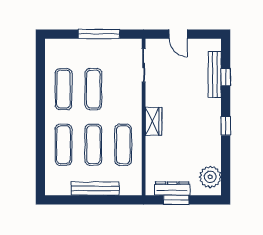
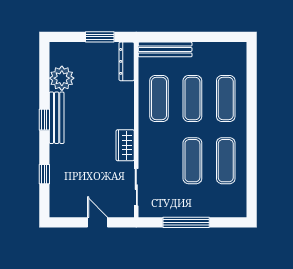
bench: (215, 75) -> (57, 118), moved
wardrobe: (153, 121) -> (125, 145), moved
plant: (210, 177) -> (62, 78), moved
dresser: (172, 188) -> (127, 61), moved, turned 90
bench: (95, 189) -> (165, 49), moved

